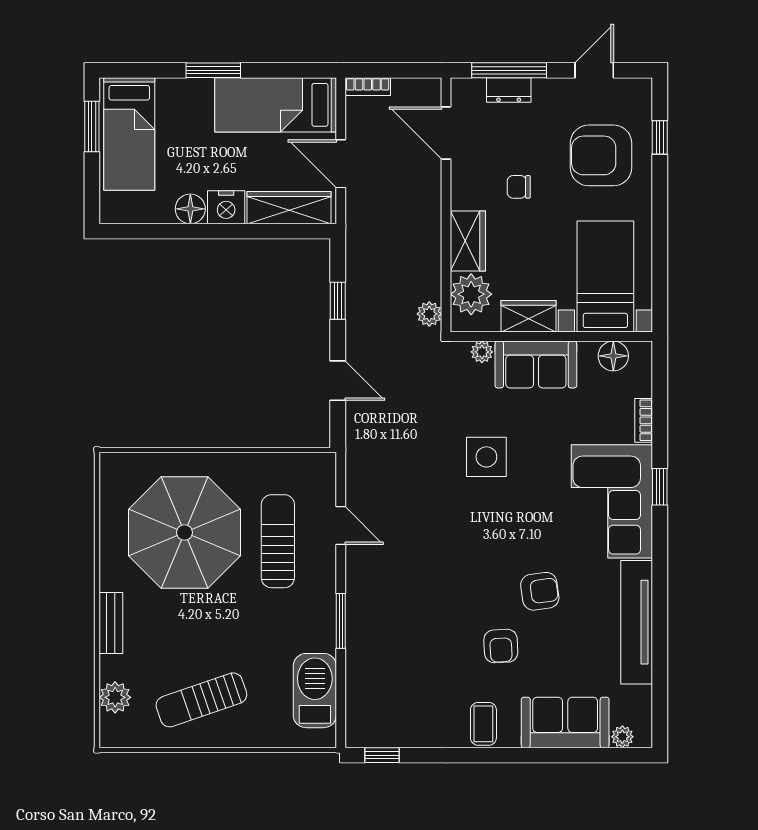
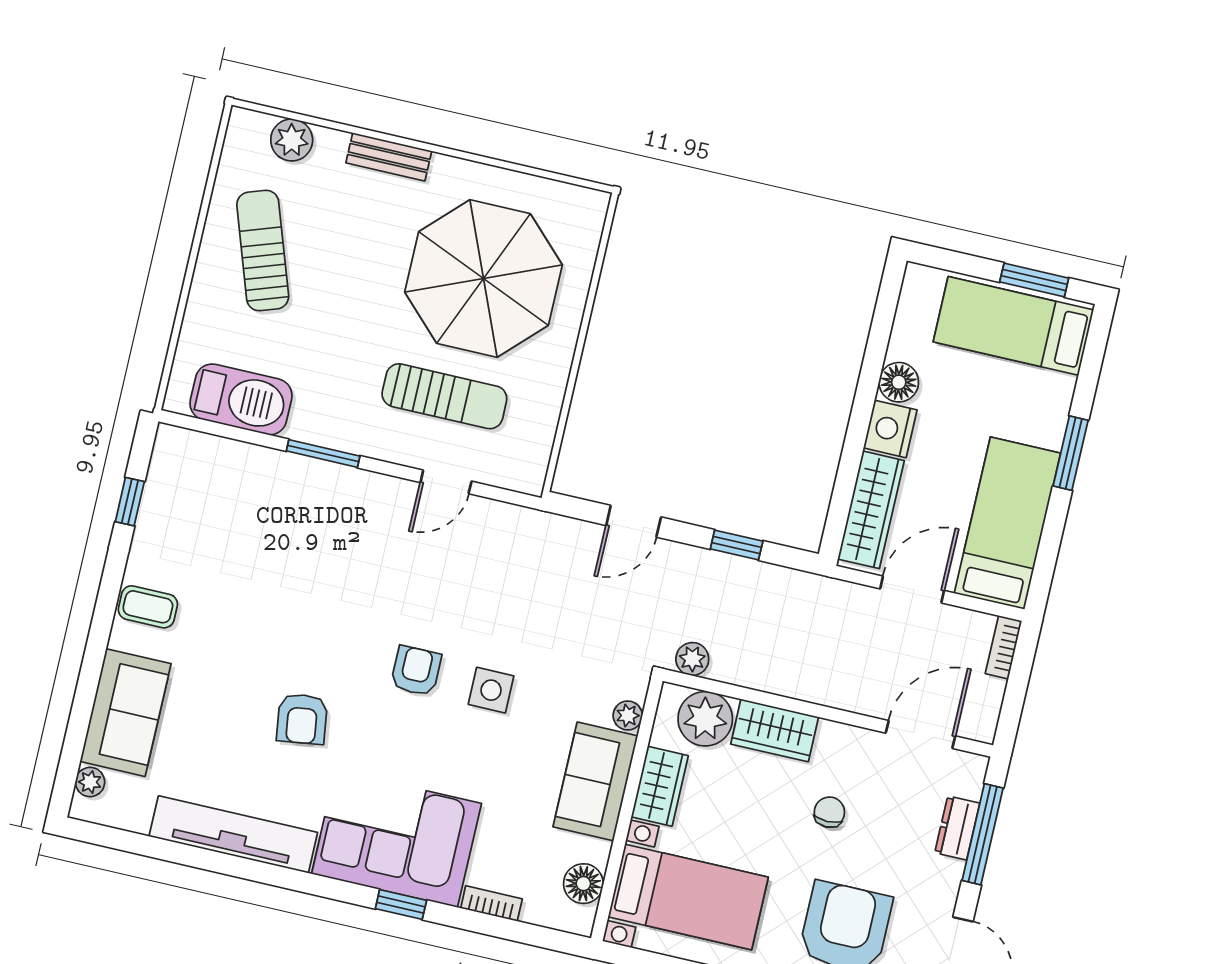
side table: (486, 457) -> (491, 690), width x0.73, depth x0.73
armchair: (501, 646) -> (416, 671), moved, turned 93
window: (382, 755) -> (130, 502), moved

